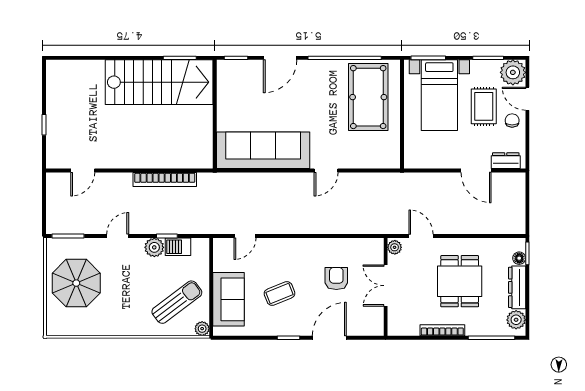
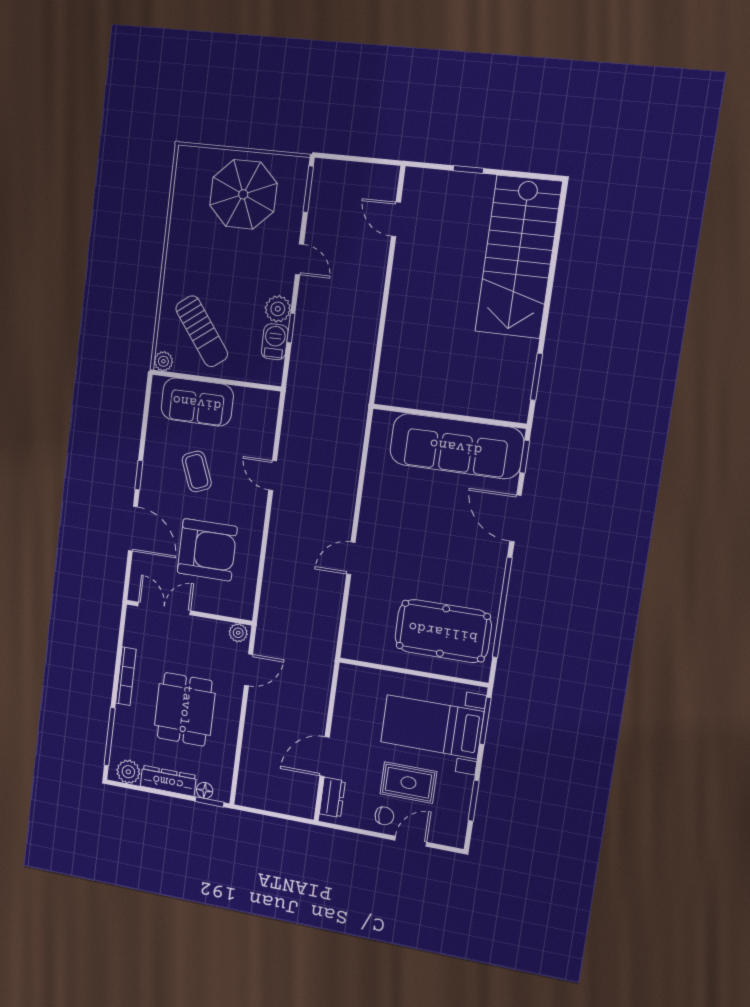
plant: (513, 72) -> (449, 829), removed
stairs: (159, 82) -> (518, 257), moved
sofa: (263, 150) -> (456, 446), moved, turned 90
door: (326, 171) -> (351, 558), hinge flipped
bookcase: (165, 180) -> (368, 334), removed
door: (245, 236) -> (273, 475), moved
armchair: (336, 279) -> (207, 550), width x1.88, depth x1.88
dining table: (460, 281) -> (185, 709), turned 90
double door: (386, 286) -> (164, 608), moved

